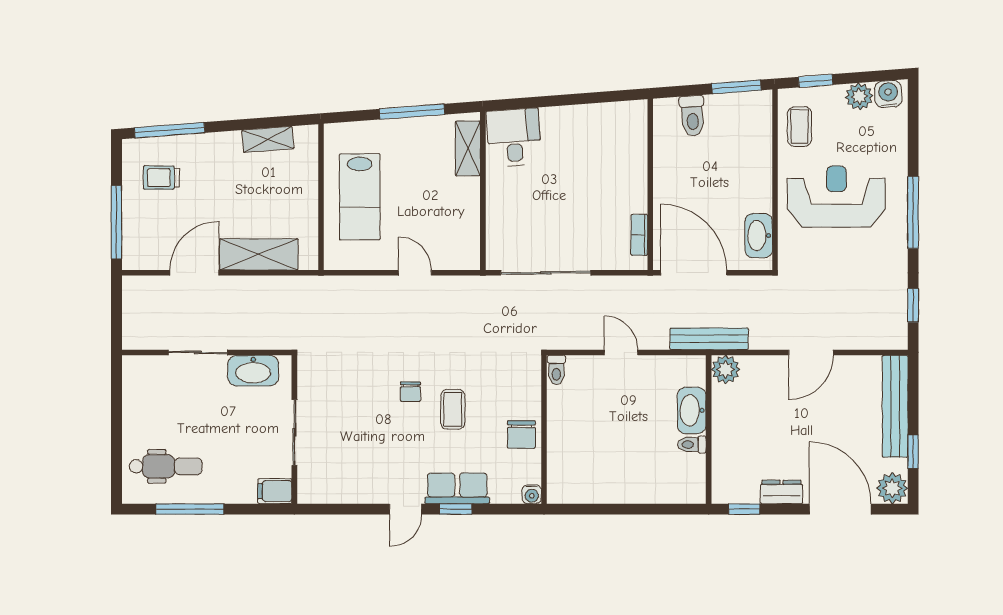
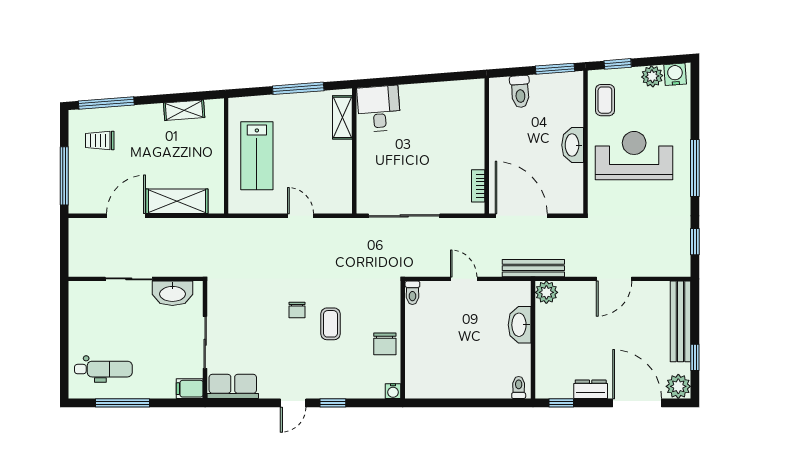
washbasin: (759, 236) -> (573, 145), moved
toilet: (692, 445) -> (519, 387), moved, turned 90
row of seats: (457, 488) -> (233, 386), moved

